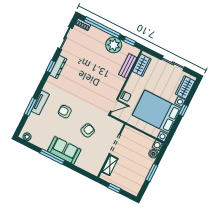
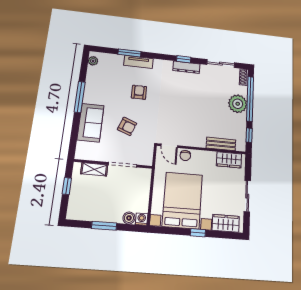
plant: (114, 45) -> (238, 104), moved
sofa: (64, 150) -> (91, 123), moved

